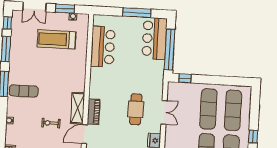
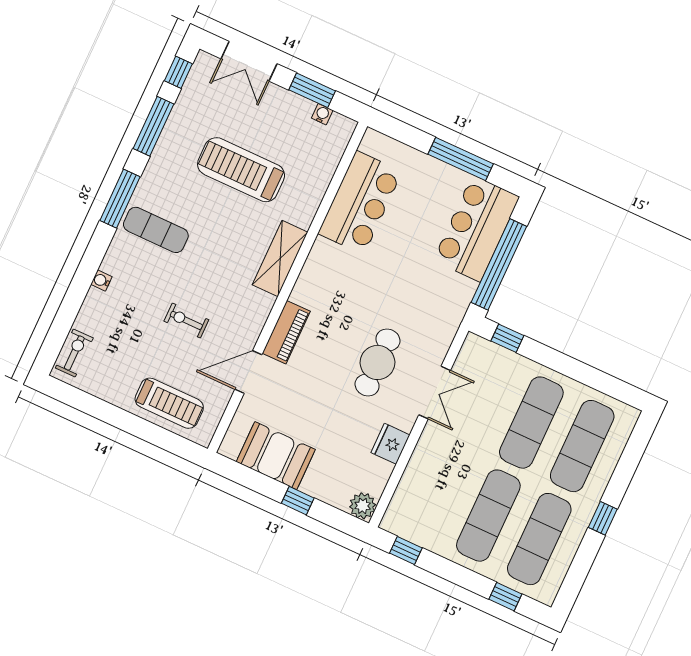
treadmill: (56, 39) -> (241, 170), moved
shelving: (78, 108) -> (280, 258), moved

